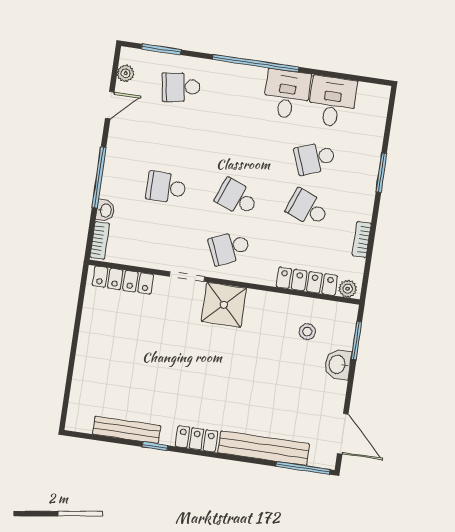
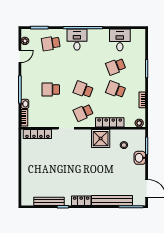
desk: (287, 94) -> (77, 40), moved
locker: (307, 281) -> (110, 122), moved
shower: (224, 305) -> (101, 139), moved

